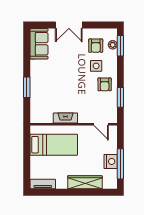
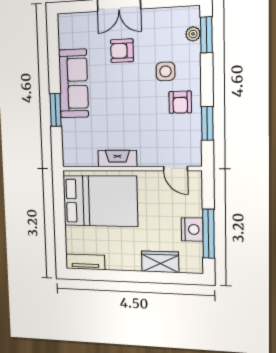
sofa: (39, 44) -> (73, 83), moved, width x1.36
armchair: (96, 46) -> (122, 51), moved, turned 90
bed: (54, 145) -> (100, 201), width x1.50
wardrobe: (85, 182) -> (160, 262), width x0.67

